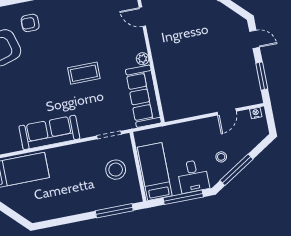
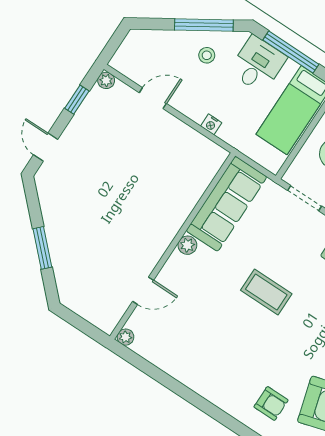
door: (142, 17) -> (143, 291), hinge flipped
window: (262, 76) -> (77, 100), width x0.67
plant: (257, 99) -> (106, 80), added
nightstand: (256, 113) -> (211, 124), moved

